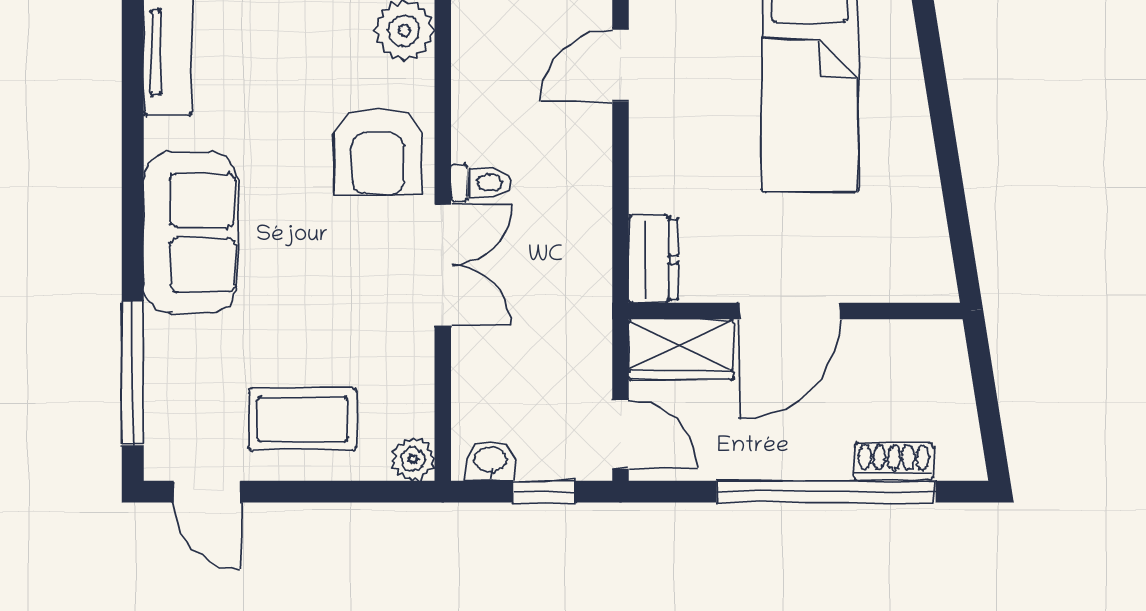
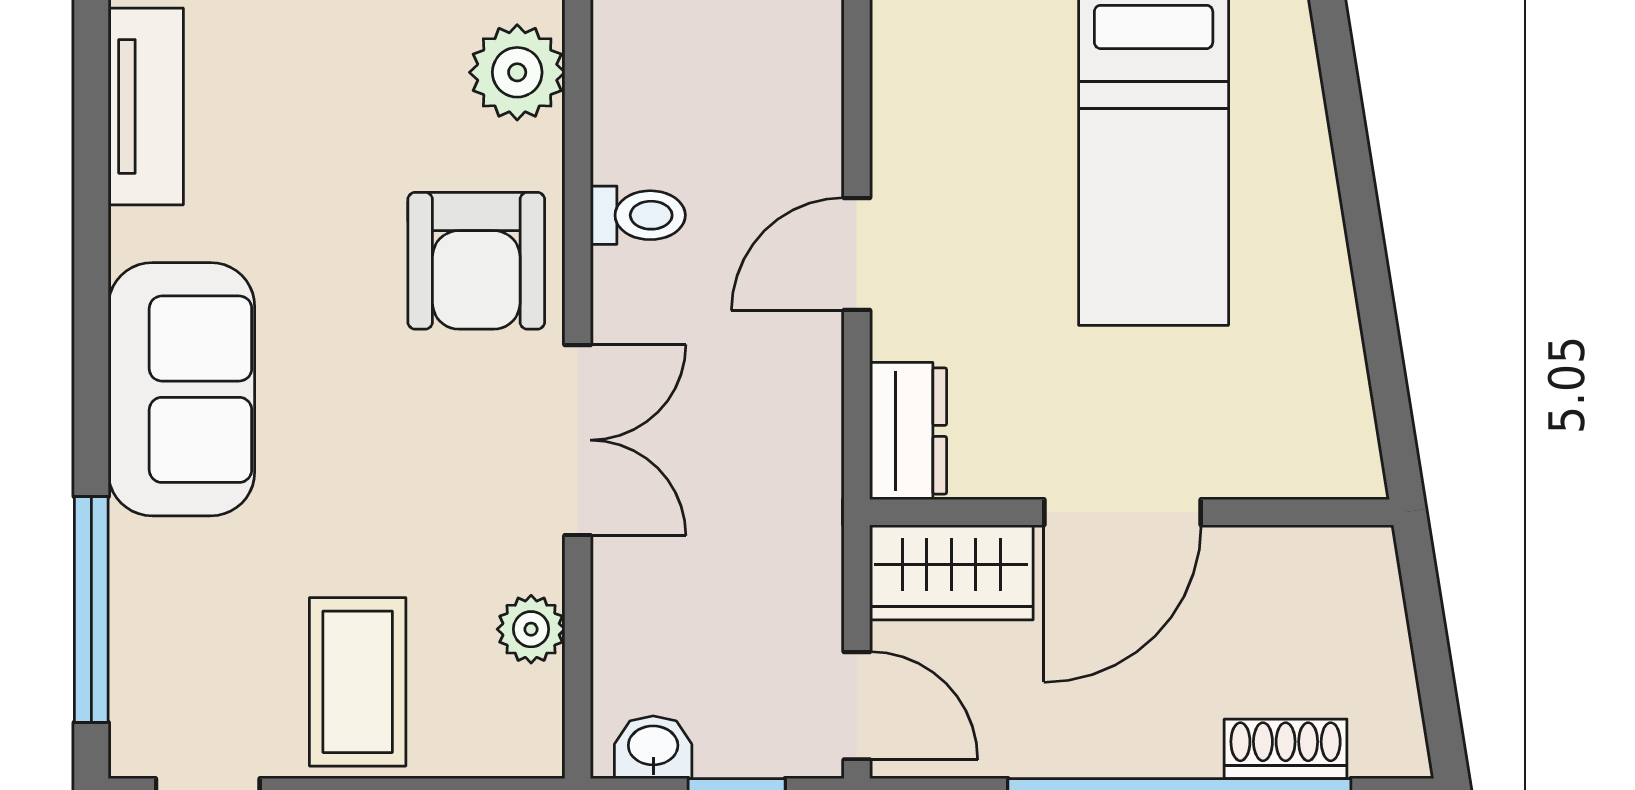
door: (621, 65) -> (857, 254), moved
toilet: (481, 183) -> (638, 215), moved
coffee table: (302, 419) -> (358, 682), turned 90
plant: (413, 459) -> (531, 629), moved

